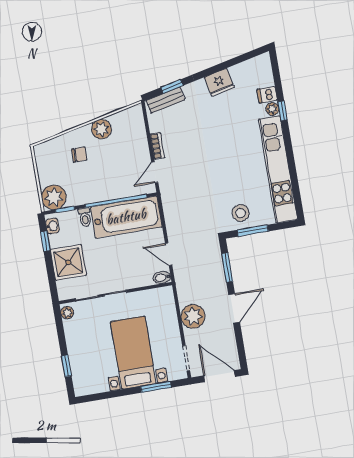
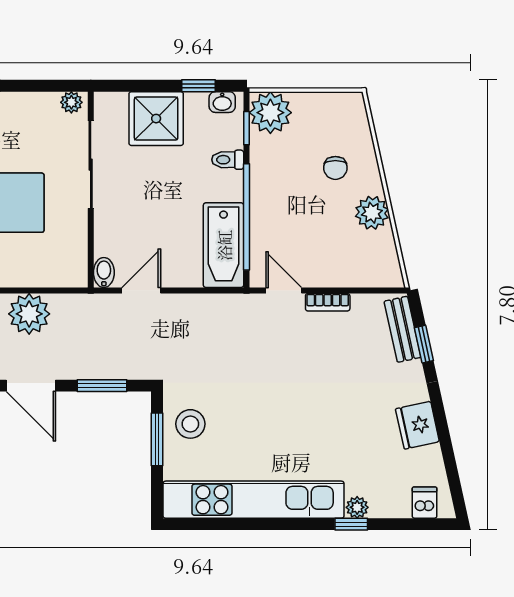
dishwasher: (267, 95) -> (425, 503), moved
bathtub: (126, 217) -> (224, 245), width x0.73, depth x0.73

